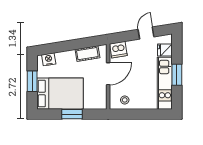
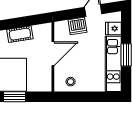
dishwasher: (118, 50) -> (77, 26), moved
cot: (87, 54) -> (20, 34), moved

